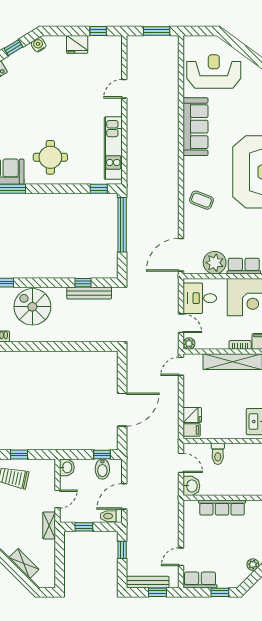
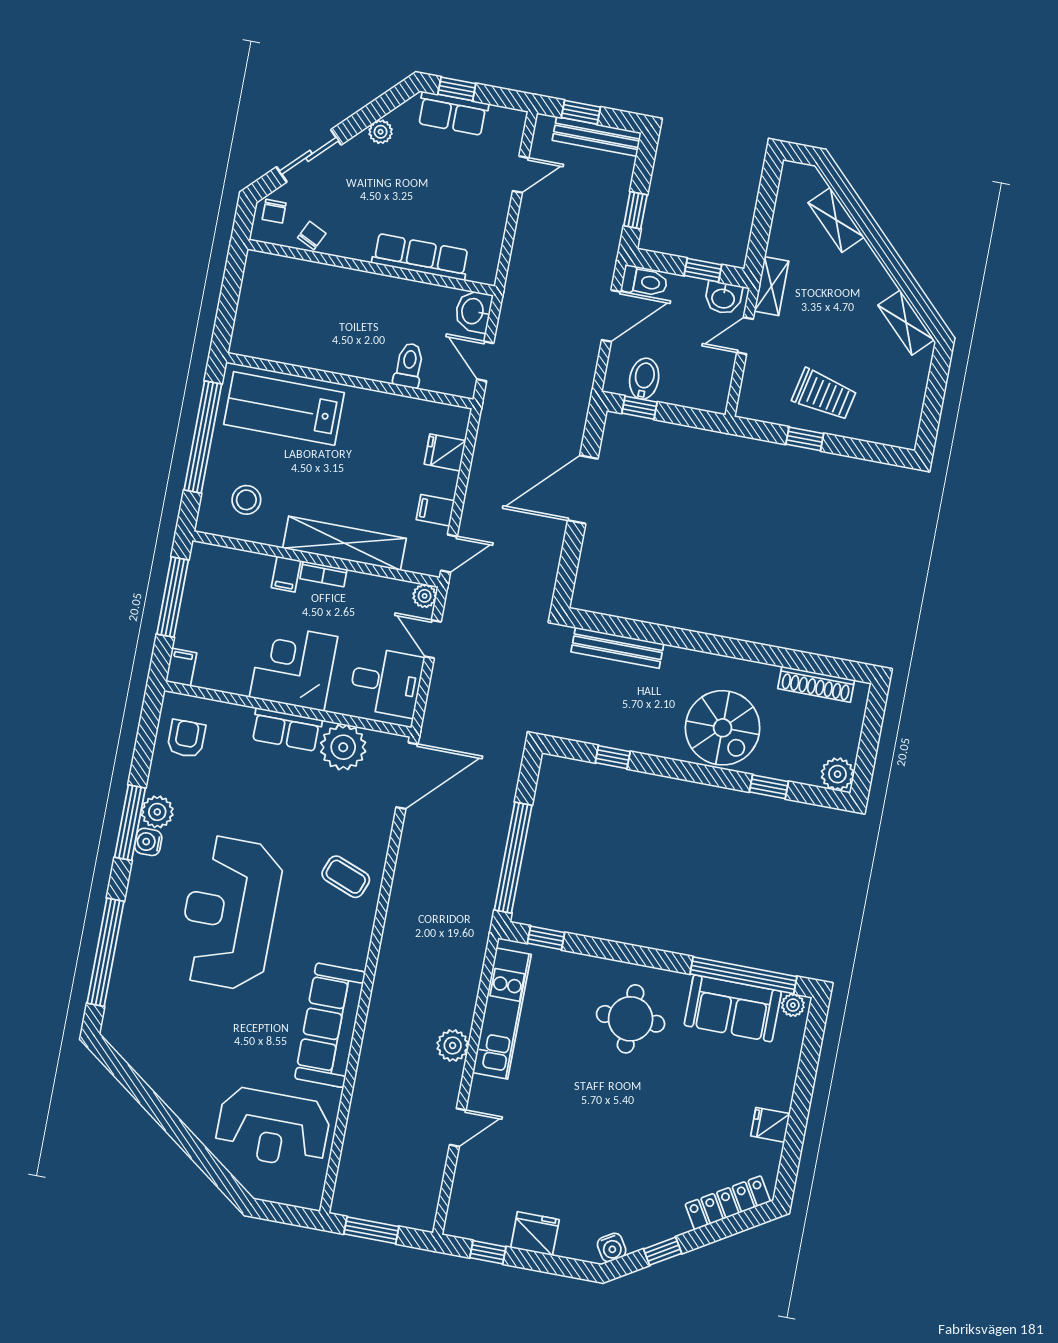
plant: (134, 128) -> (453, 1045), added
bench: (89, 293) -> (617, 648), moved
filing cabinet: (192, 430) -> (435, 510), moved
washbasin: (67, 467) -> (723, 298), moved, turned -90
row of seats: (200, 580) -> (453, 113), moved

